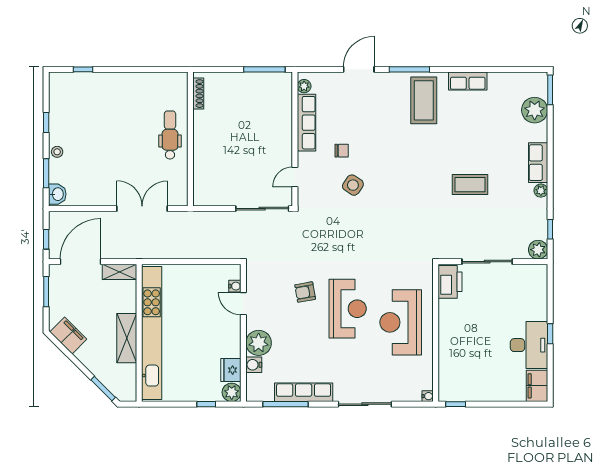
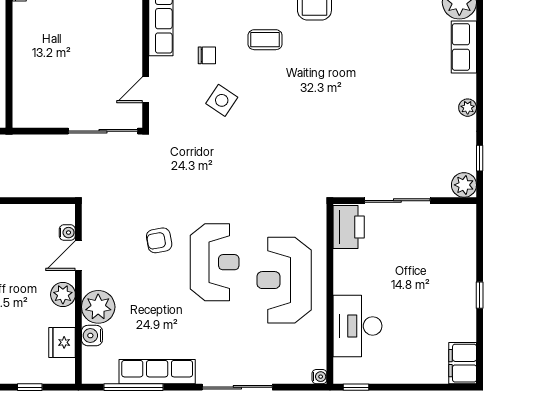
row of seats: (538, 163) -> (464, 47), moved
coffee table: (470, 185) -> (265, 40), moved, width x0.73, depth x0.77
door: (243, 304) -> (78, 256), hinge flipped
desk: (529, 345) -> (358, 326), moved, turned 180
plant: (232, 392) -> (63, 295), moved

